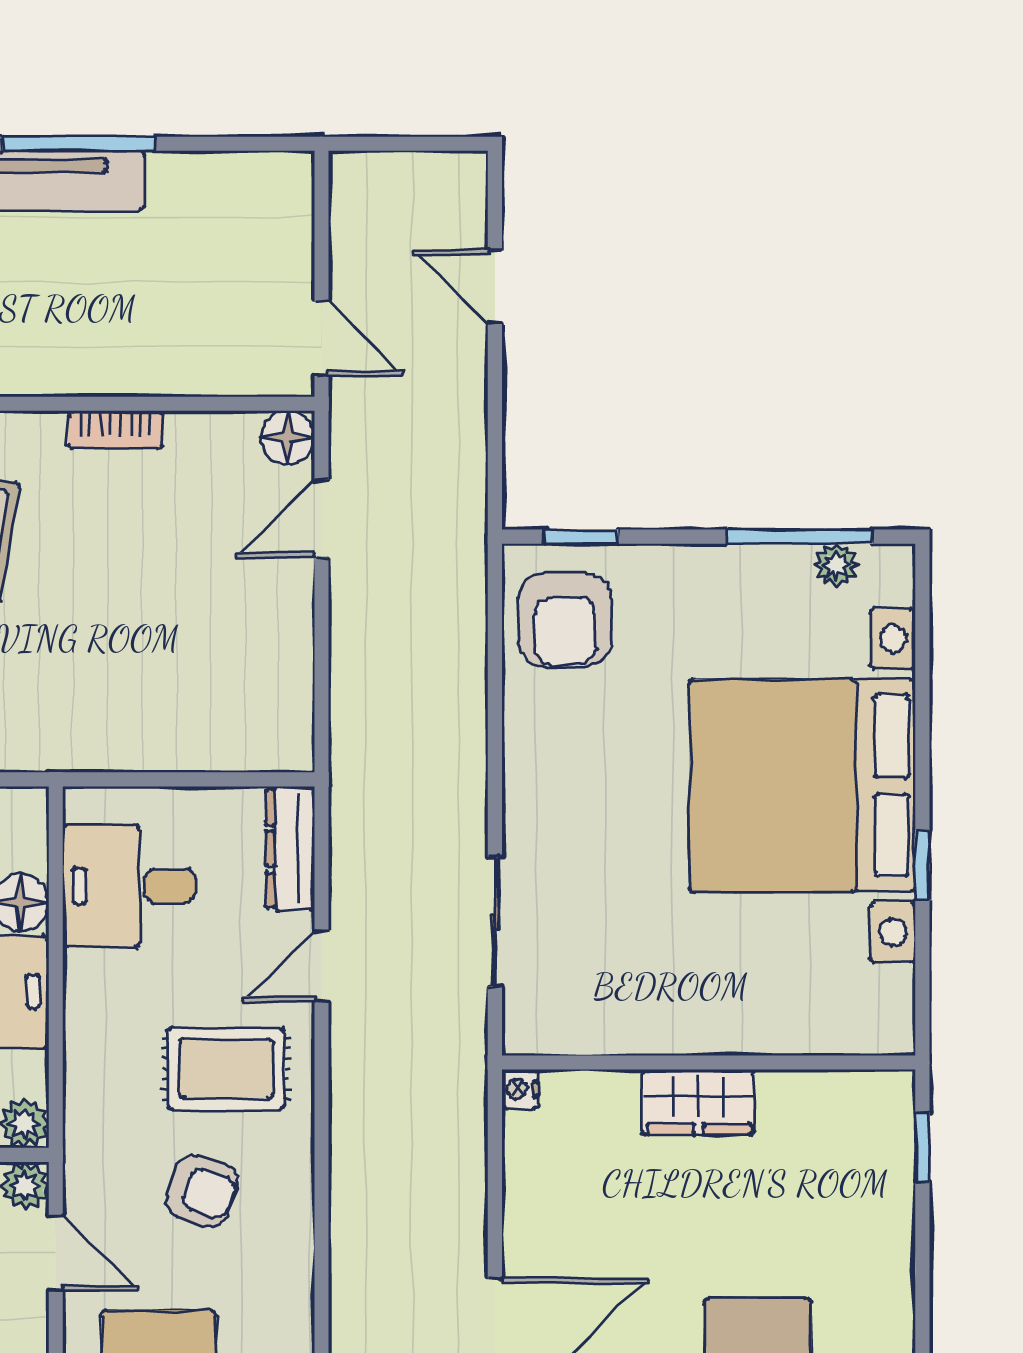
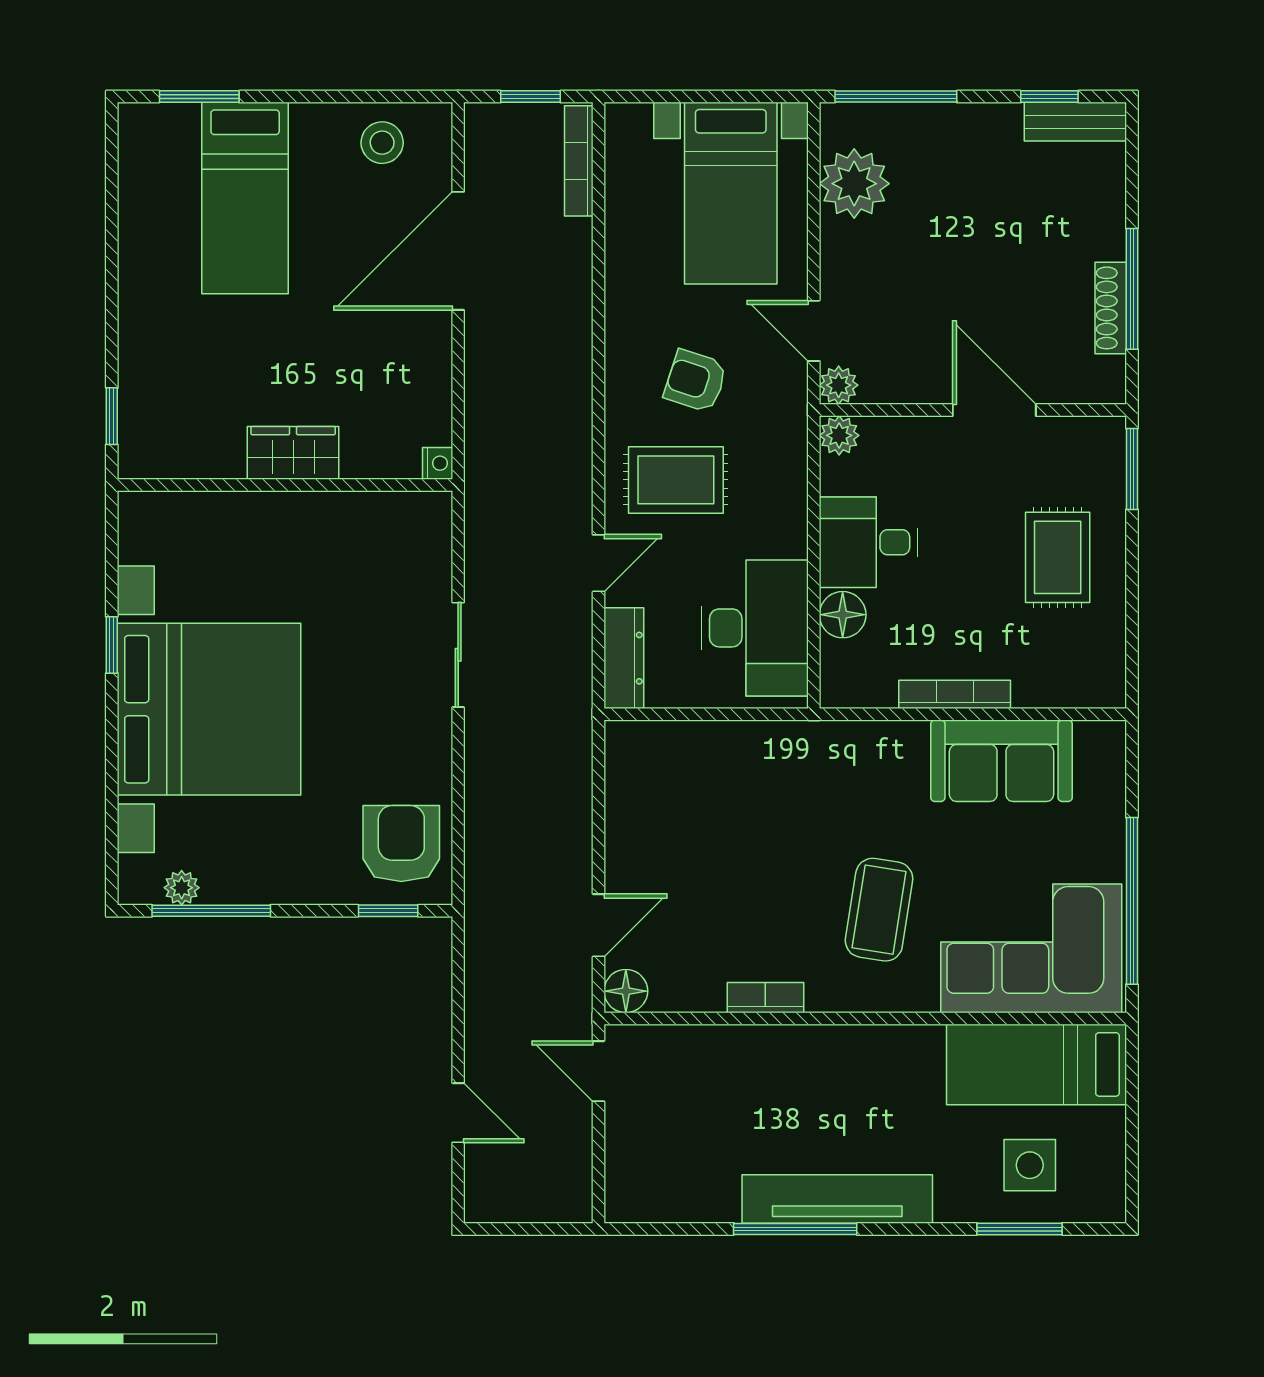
desk: (129, 886) -> (755, 628), width x1.37
sliding door: (495, 922) -> (458, 655), moved

